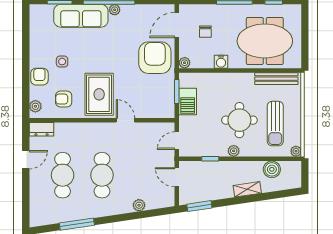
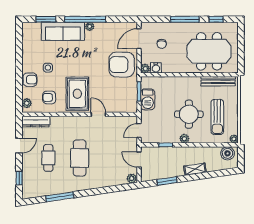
armchair: (155, 58) -> (122, 65), turned -90
water cooler: (221, 62) -> (156, 68), moved
armchair: (39, 77) -> (30, 80), turned 90
dresser: (42, 129) -> (36, 121), width x1.44
boiler: (272, 169) -> (228, 153), moved
cafe table: (63, 175) -> (48, 158), width x0.73, depth x0.74
window: (26, 201) -> (19, 178), added
plant: (139, 205) -> (132, 178), moved
window: (199, 206) -> (167, 181), moved

